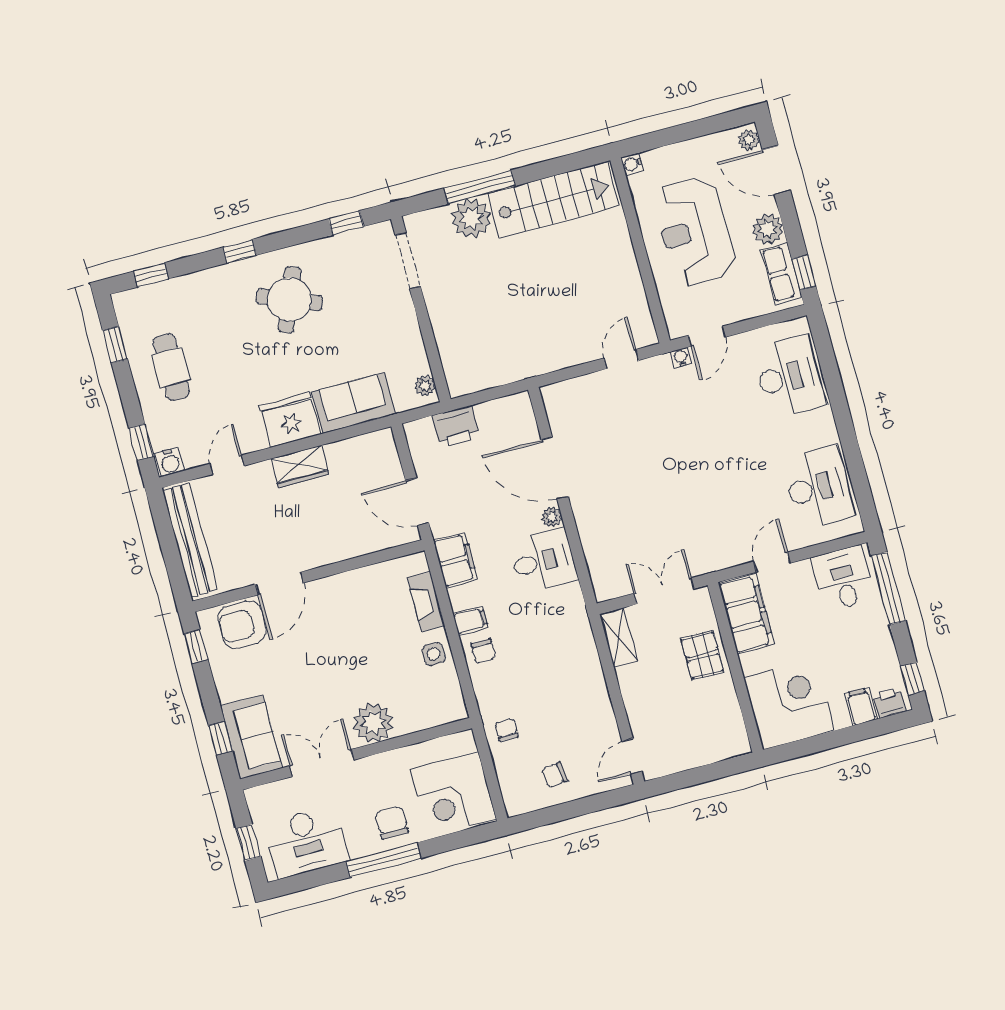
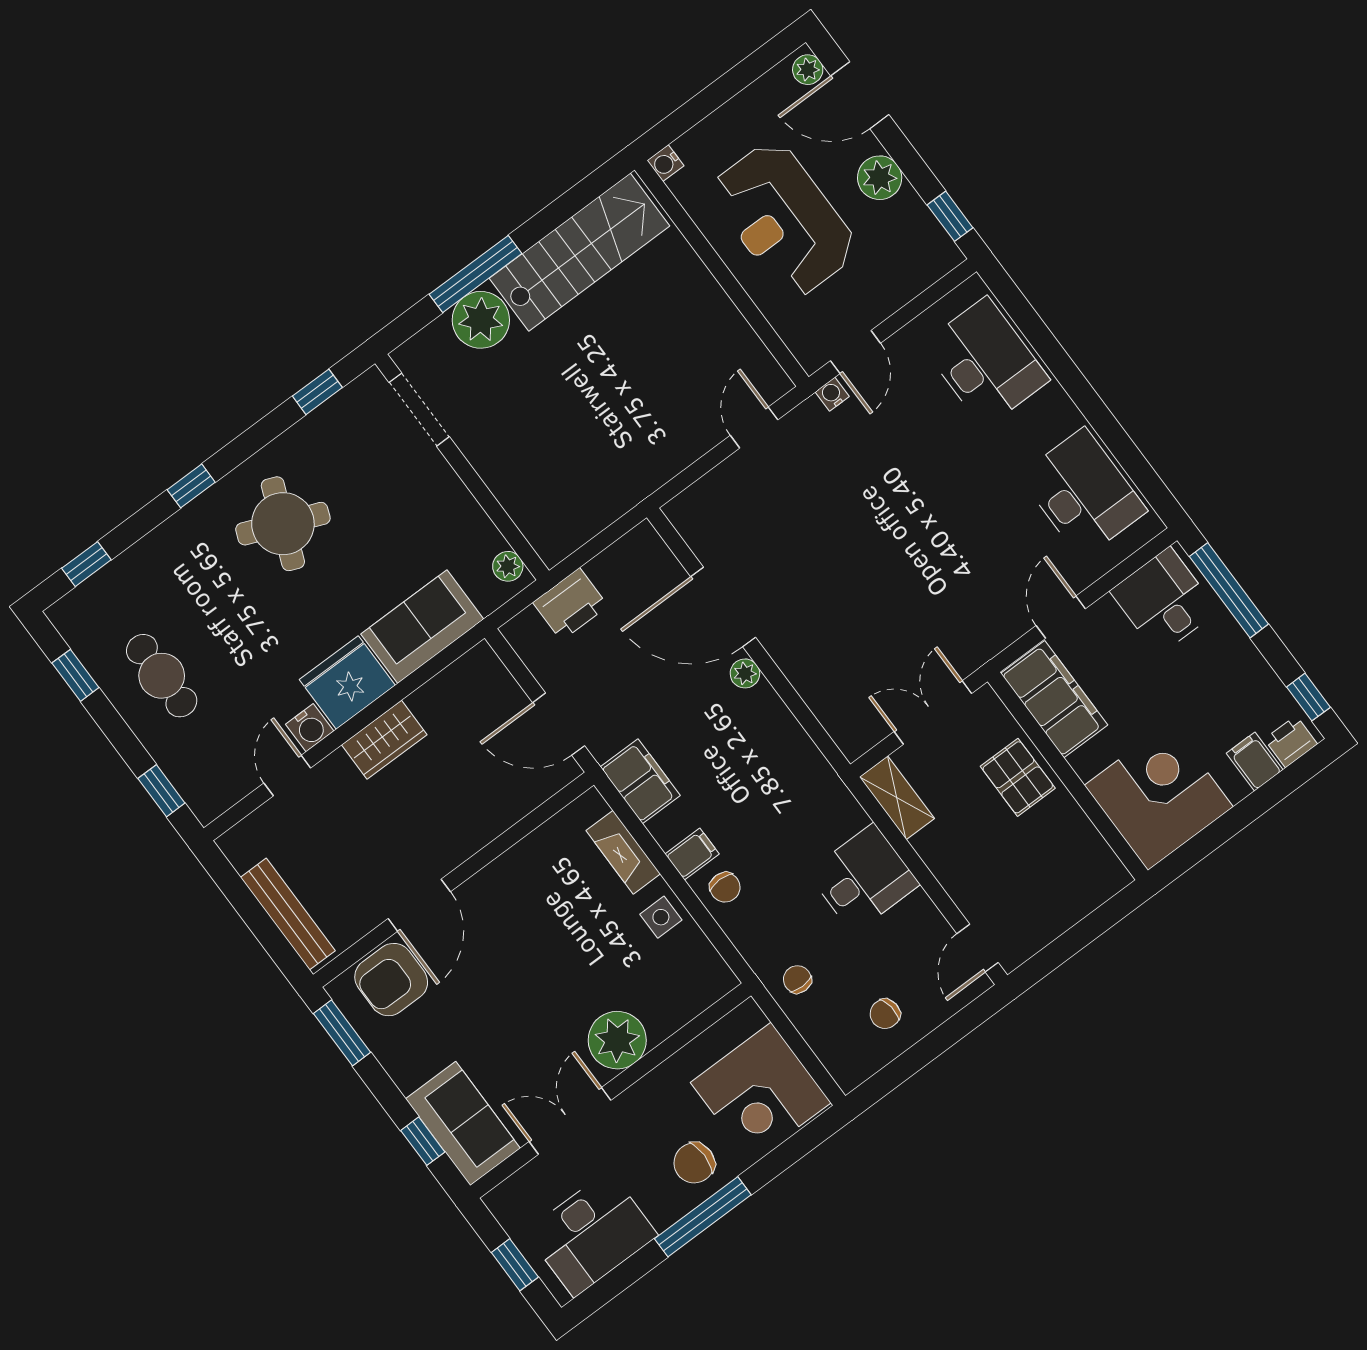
row of seats: (781, 273) -> (921, 229), removed
water cooler: (170, 462) -> (310, 728), moved
bench: (190, 540) -> (288, 914), width x0.73, depth x0.82
desk: (543, 561) -> (863, 879), moved
window: (196, 647) -> (342, 1033), width x1.50
chair: (392, 823) -> (694, 1163), turned -90

